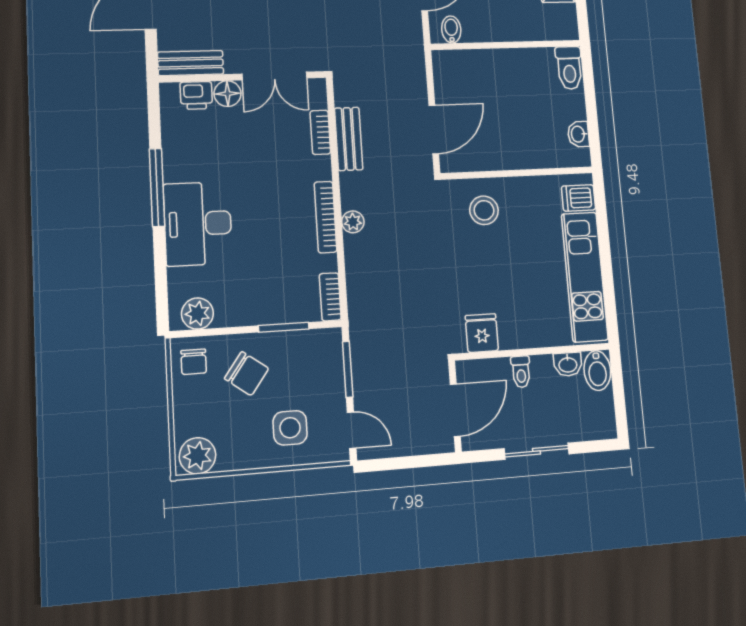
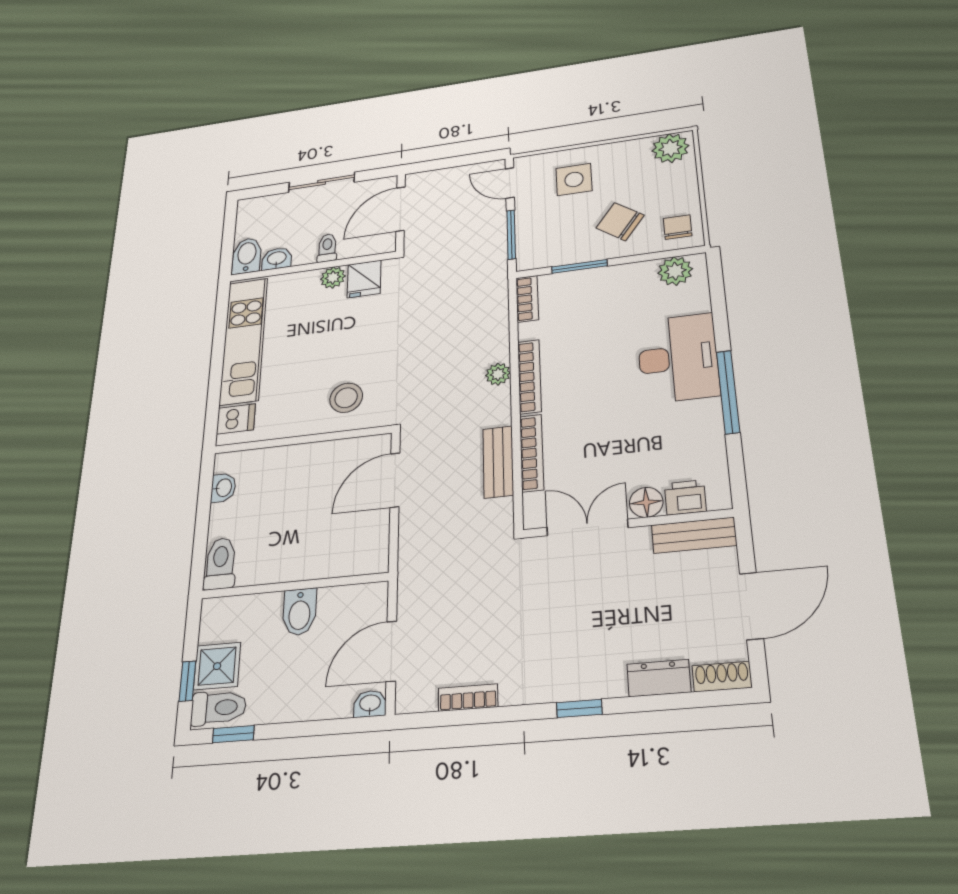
bidet: (451, 29) -> (300, 612), moved, width x1.38, depth x1.36
bookcase: (320, 132) -> (532, 453), width x1.56
plant: (511, 337) -> (333, 278), added

